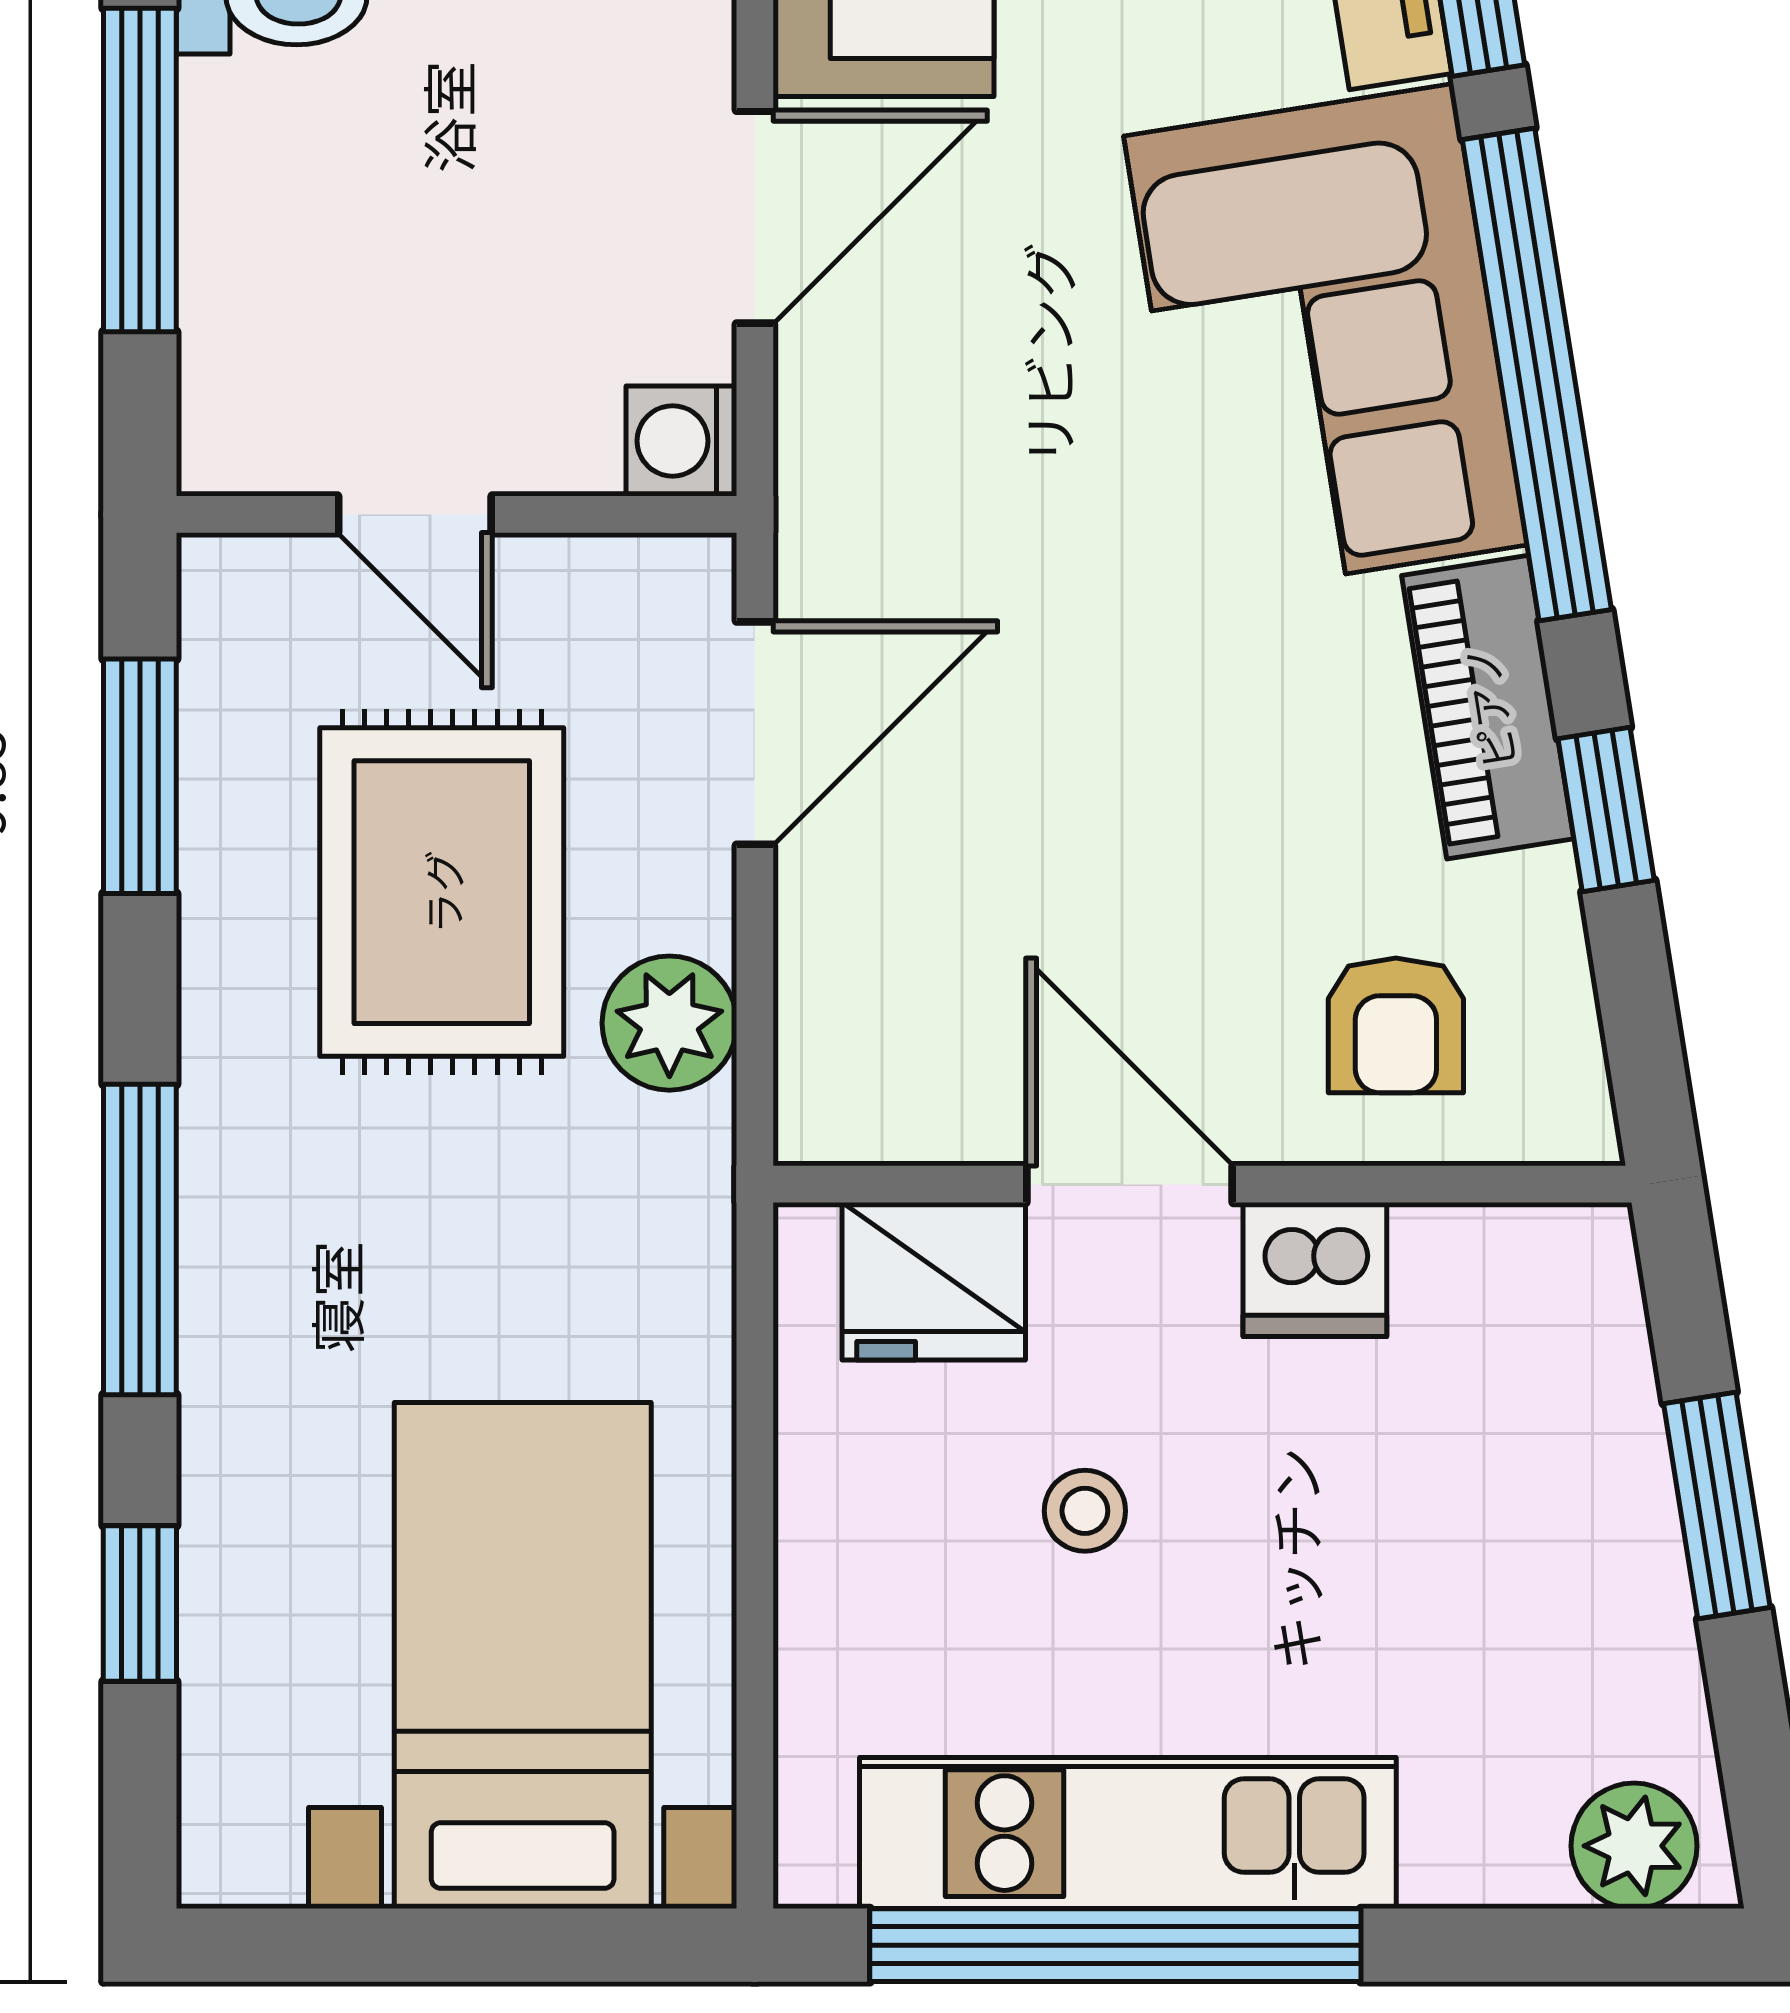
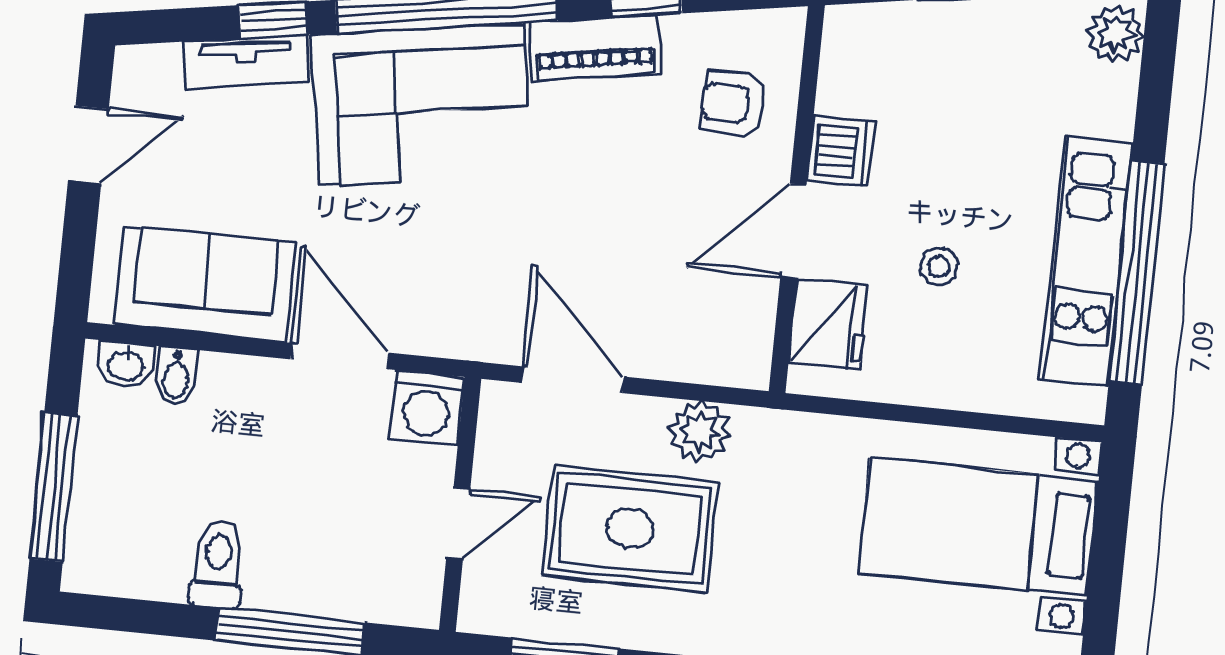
washing machine: (681, 441) -> (427, 408), width x1.38, depth x1.38
armchair: (1396, 1025) -> (734, 104), turned 180

